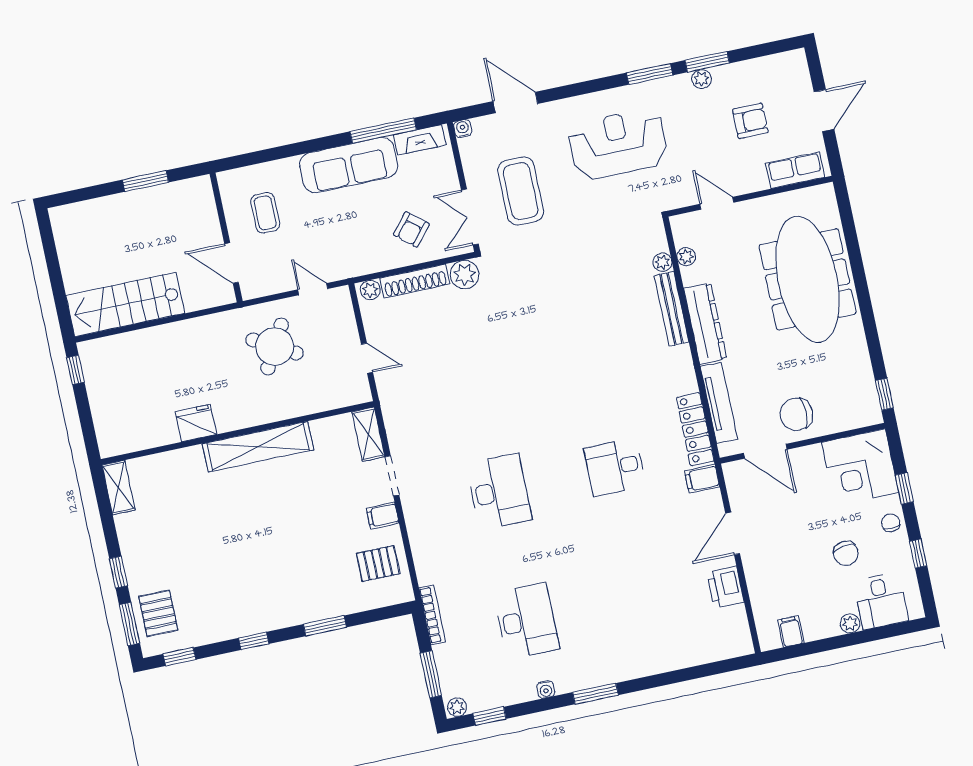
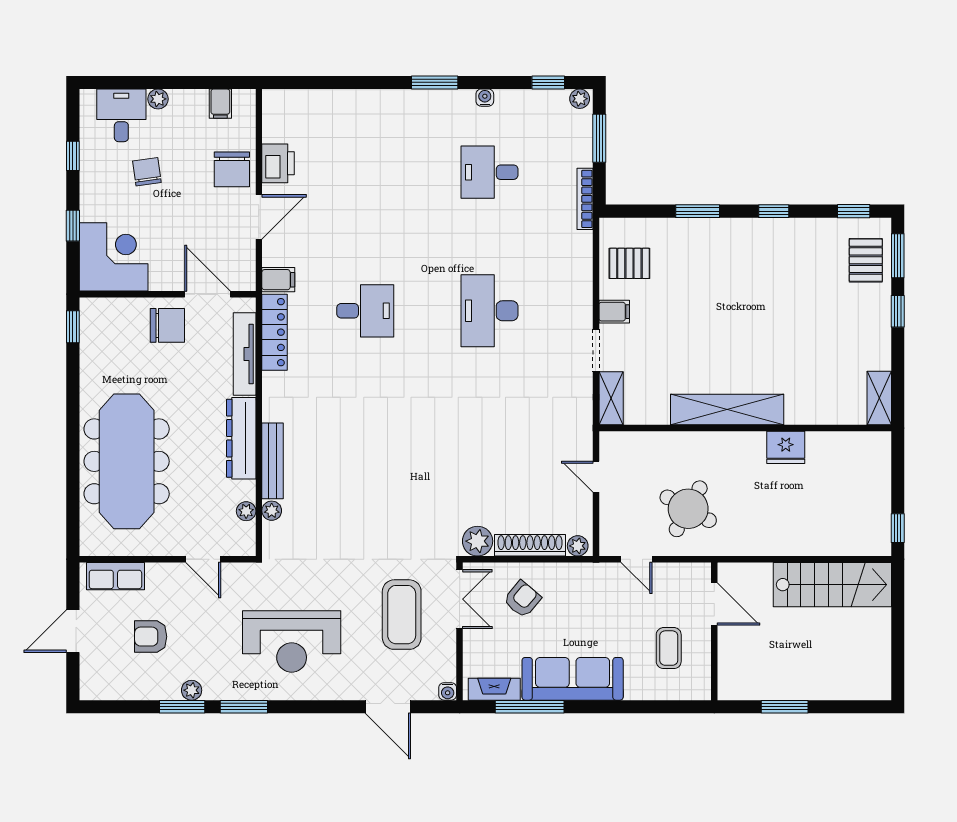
chair: (891, 523) -> (232, 169), moved, width x1.87, depth x1.87
desk: (526, 621) -> (490, 172), width x0.73

